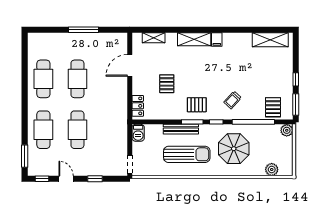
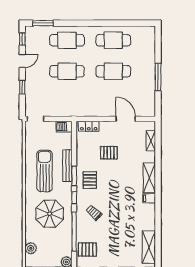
sun lounger: (187, 154) -> (45, 171), turned 180

